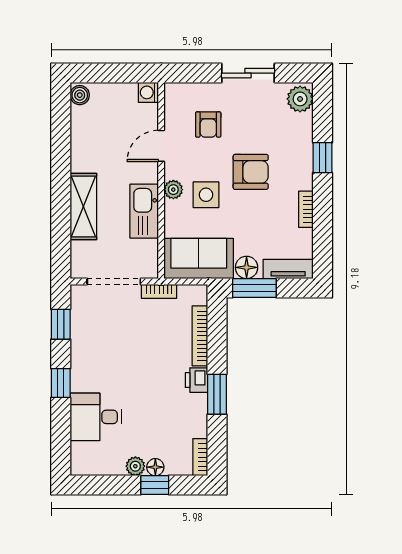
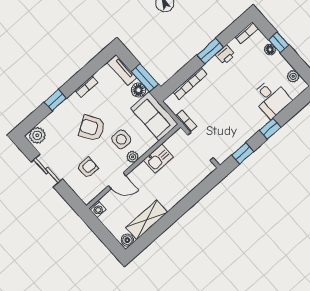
armchair: (251, 172) -> (92, 128), turned -31
shelving: (83, 207) -> (147, 220), moved
kitchen sink: (144, 211) -> (158, 158), width x0.73
printer: (196, 380) -> (225, 55), moved
plant: (135, 466) -> (293, 76), moved

